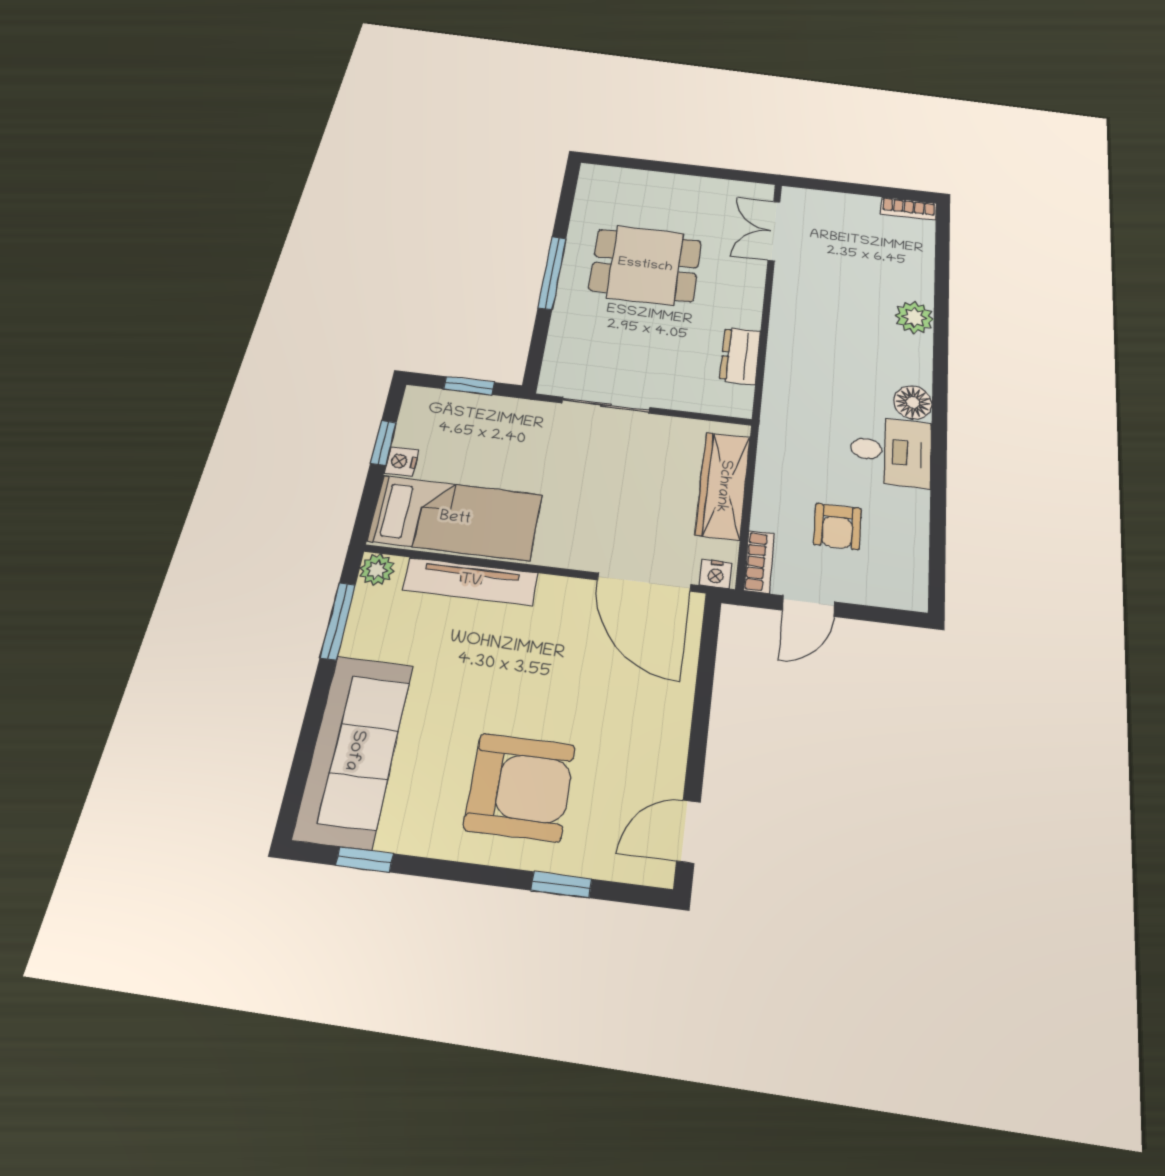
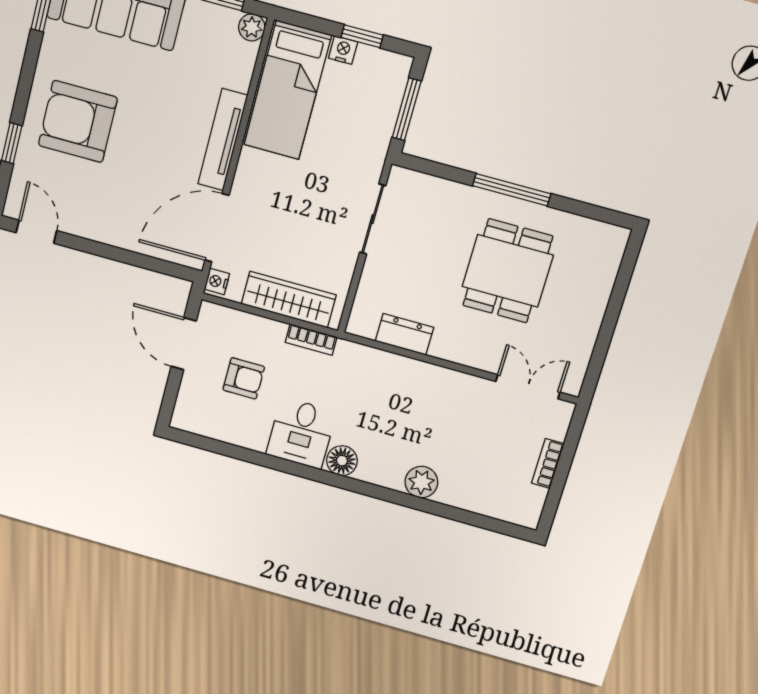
bookcase: (909, 209) -> (548, 463), moved
window: (469, 386) -> (407, 109), width x1.50
armchair: (837, 526) -> (244, 378), turned 180
bookcase: (759, 562) -> (311, 340), moved
tv unit: (471, 581) -> (223, 140), moved
door: (809, 606) -> (184, 344), width x1.38
armchair: (520, 787) -> (78, 121), turned 90

